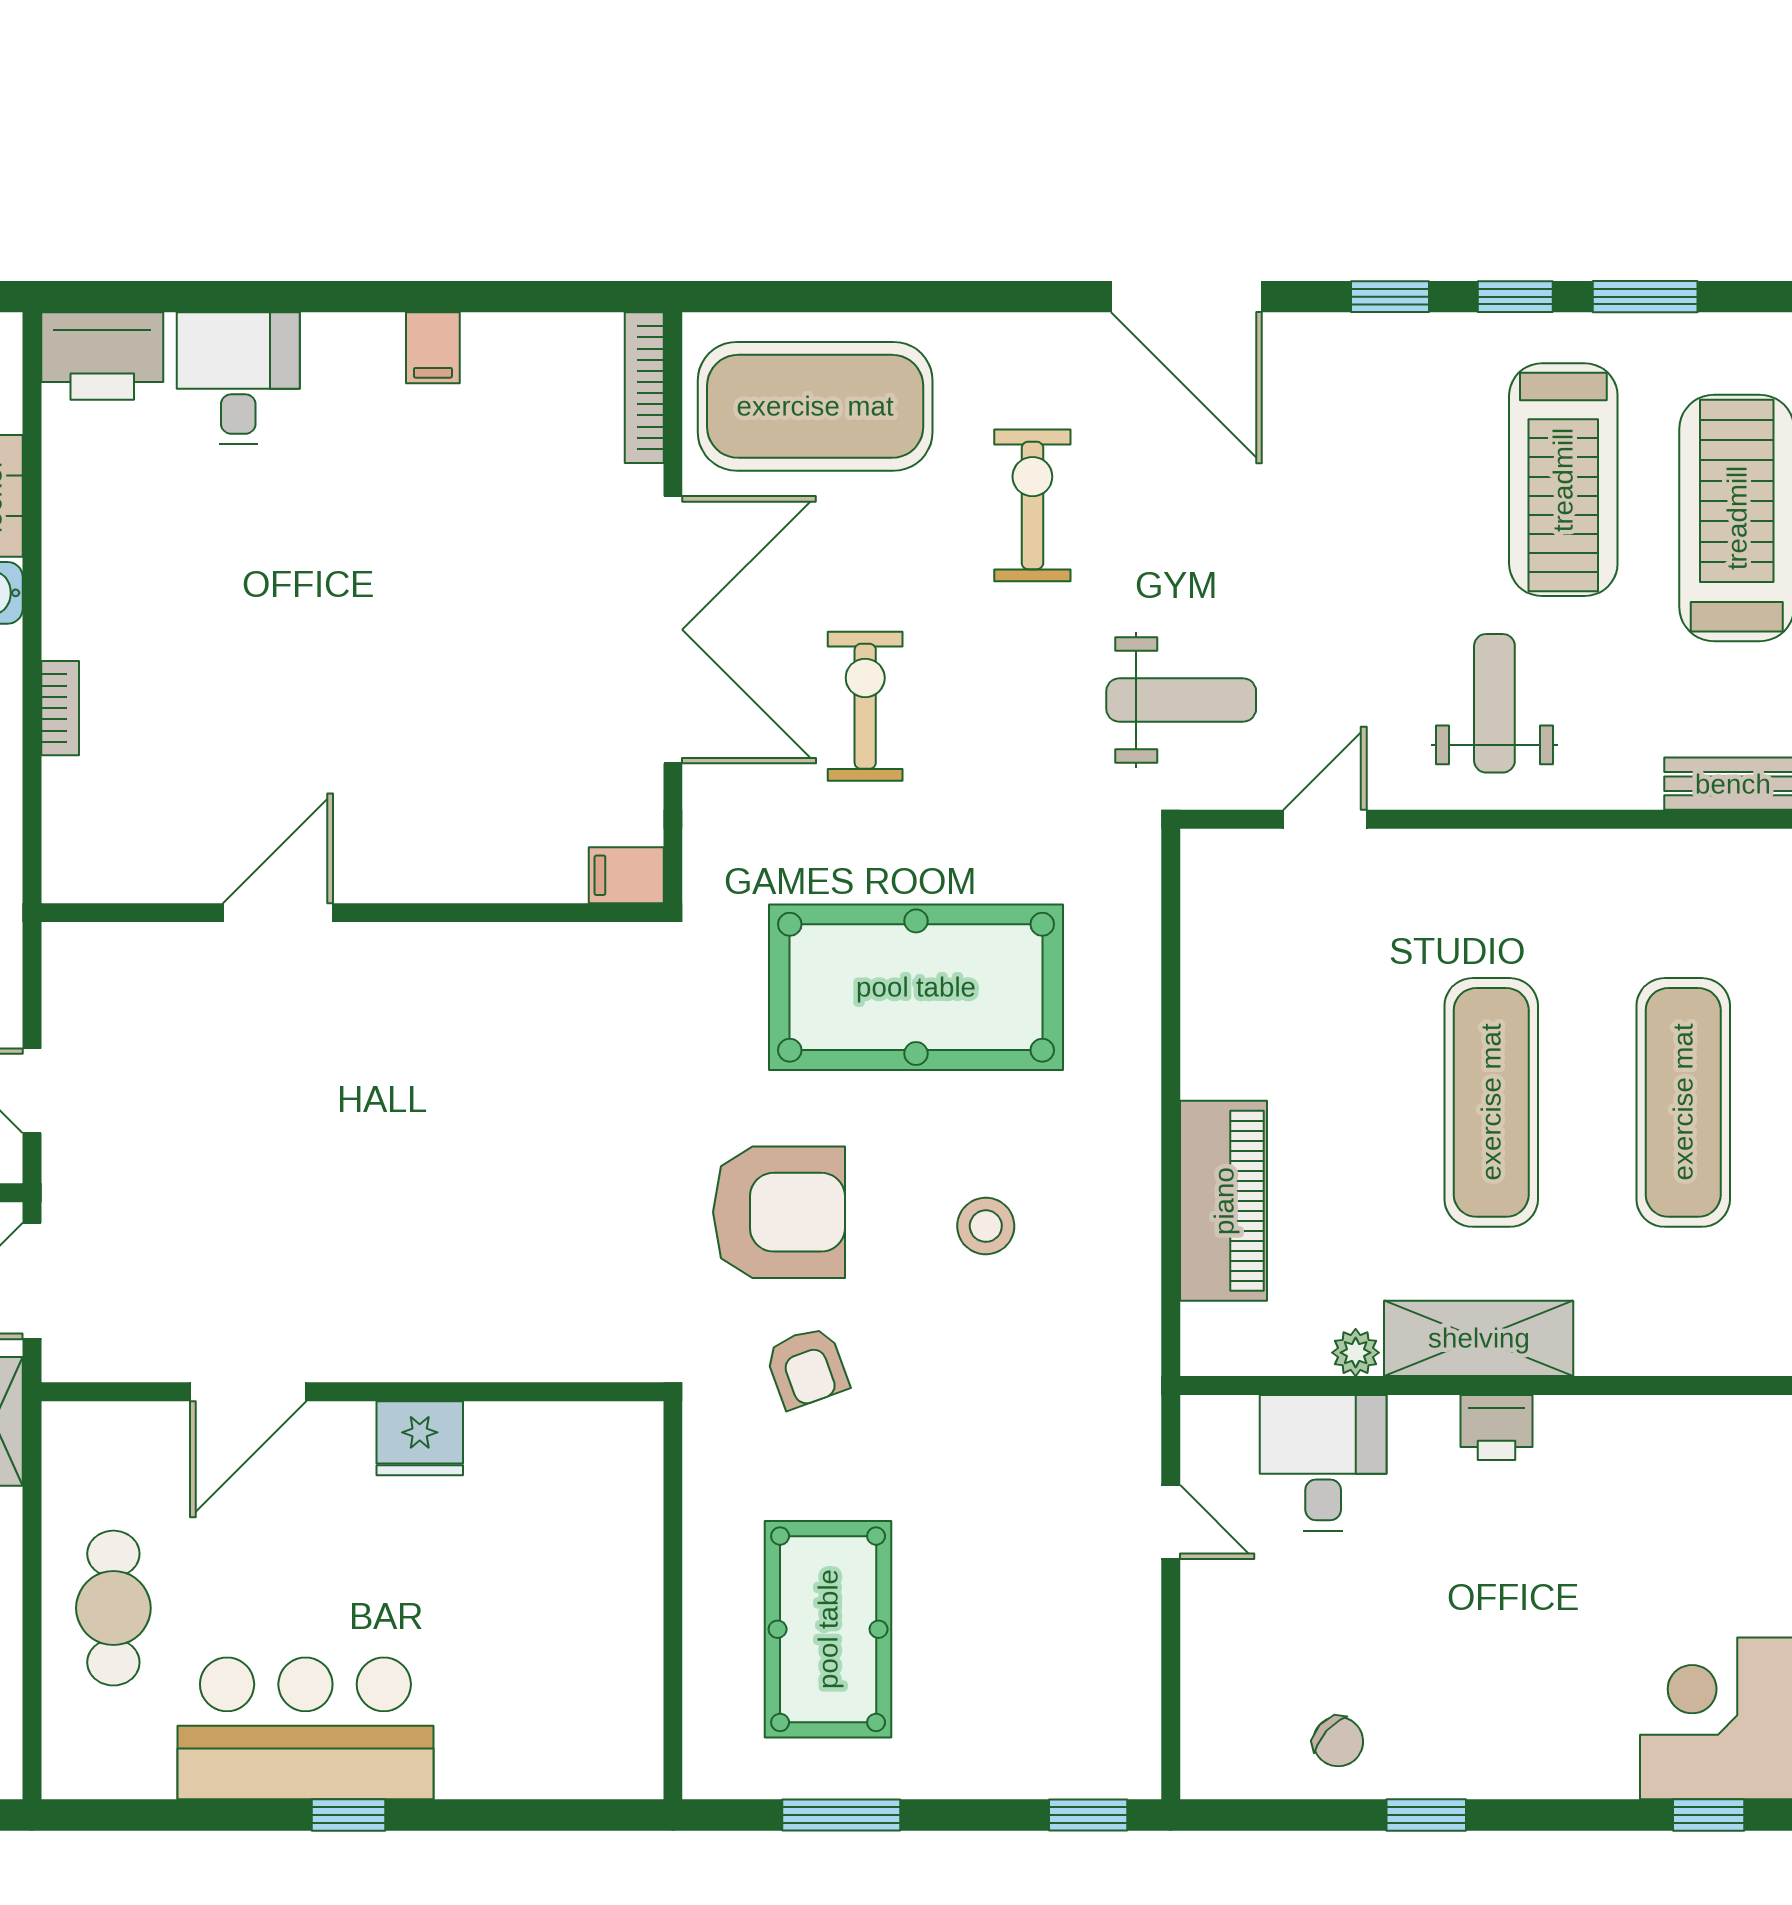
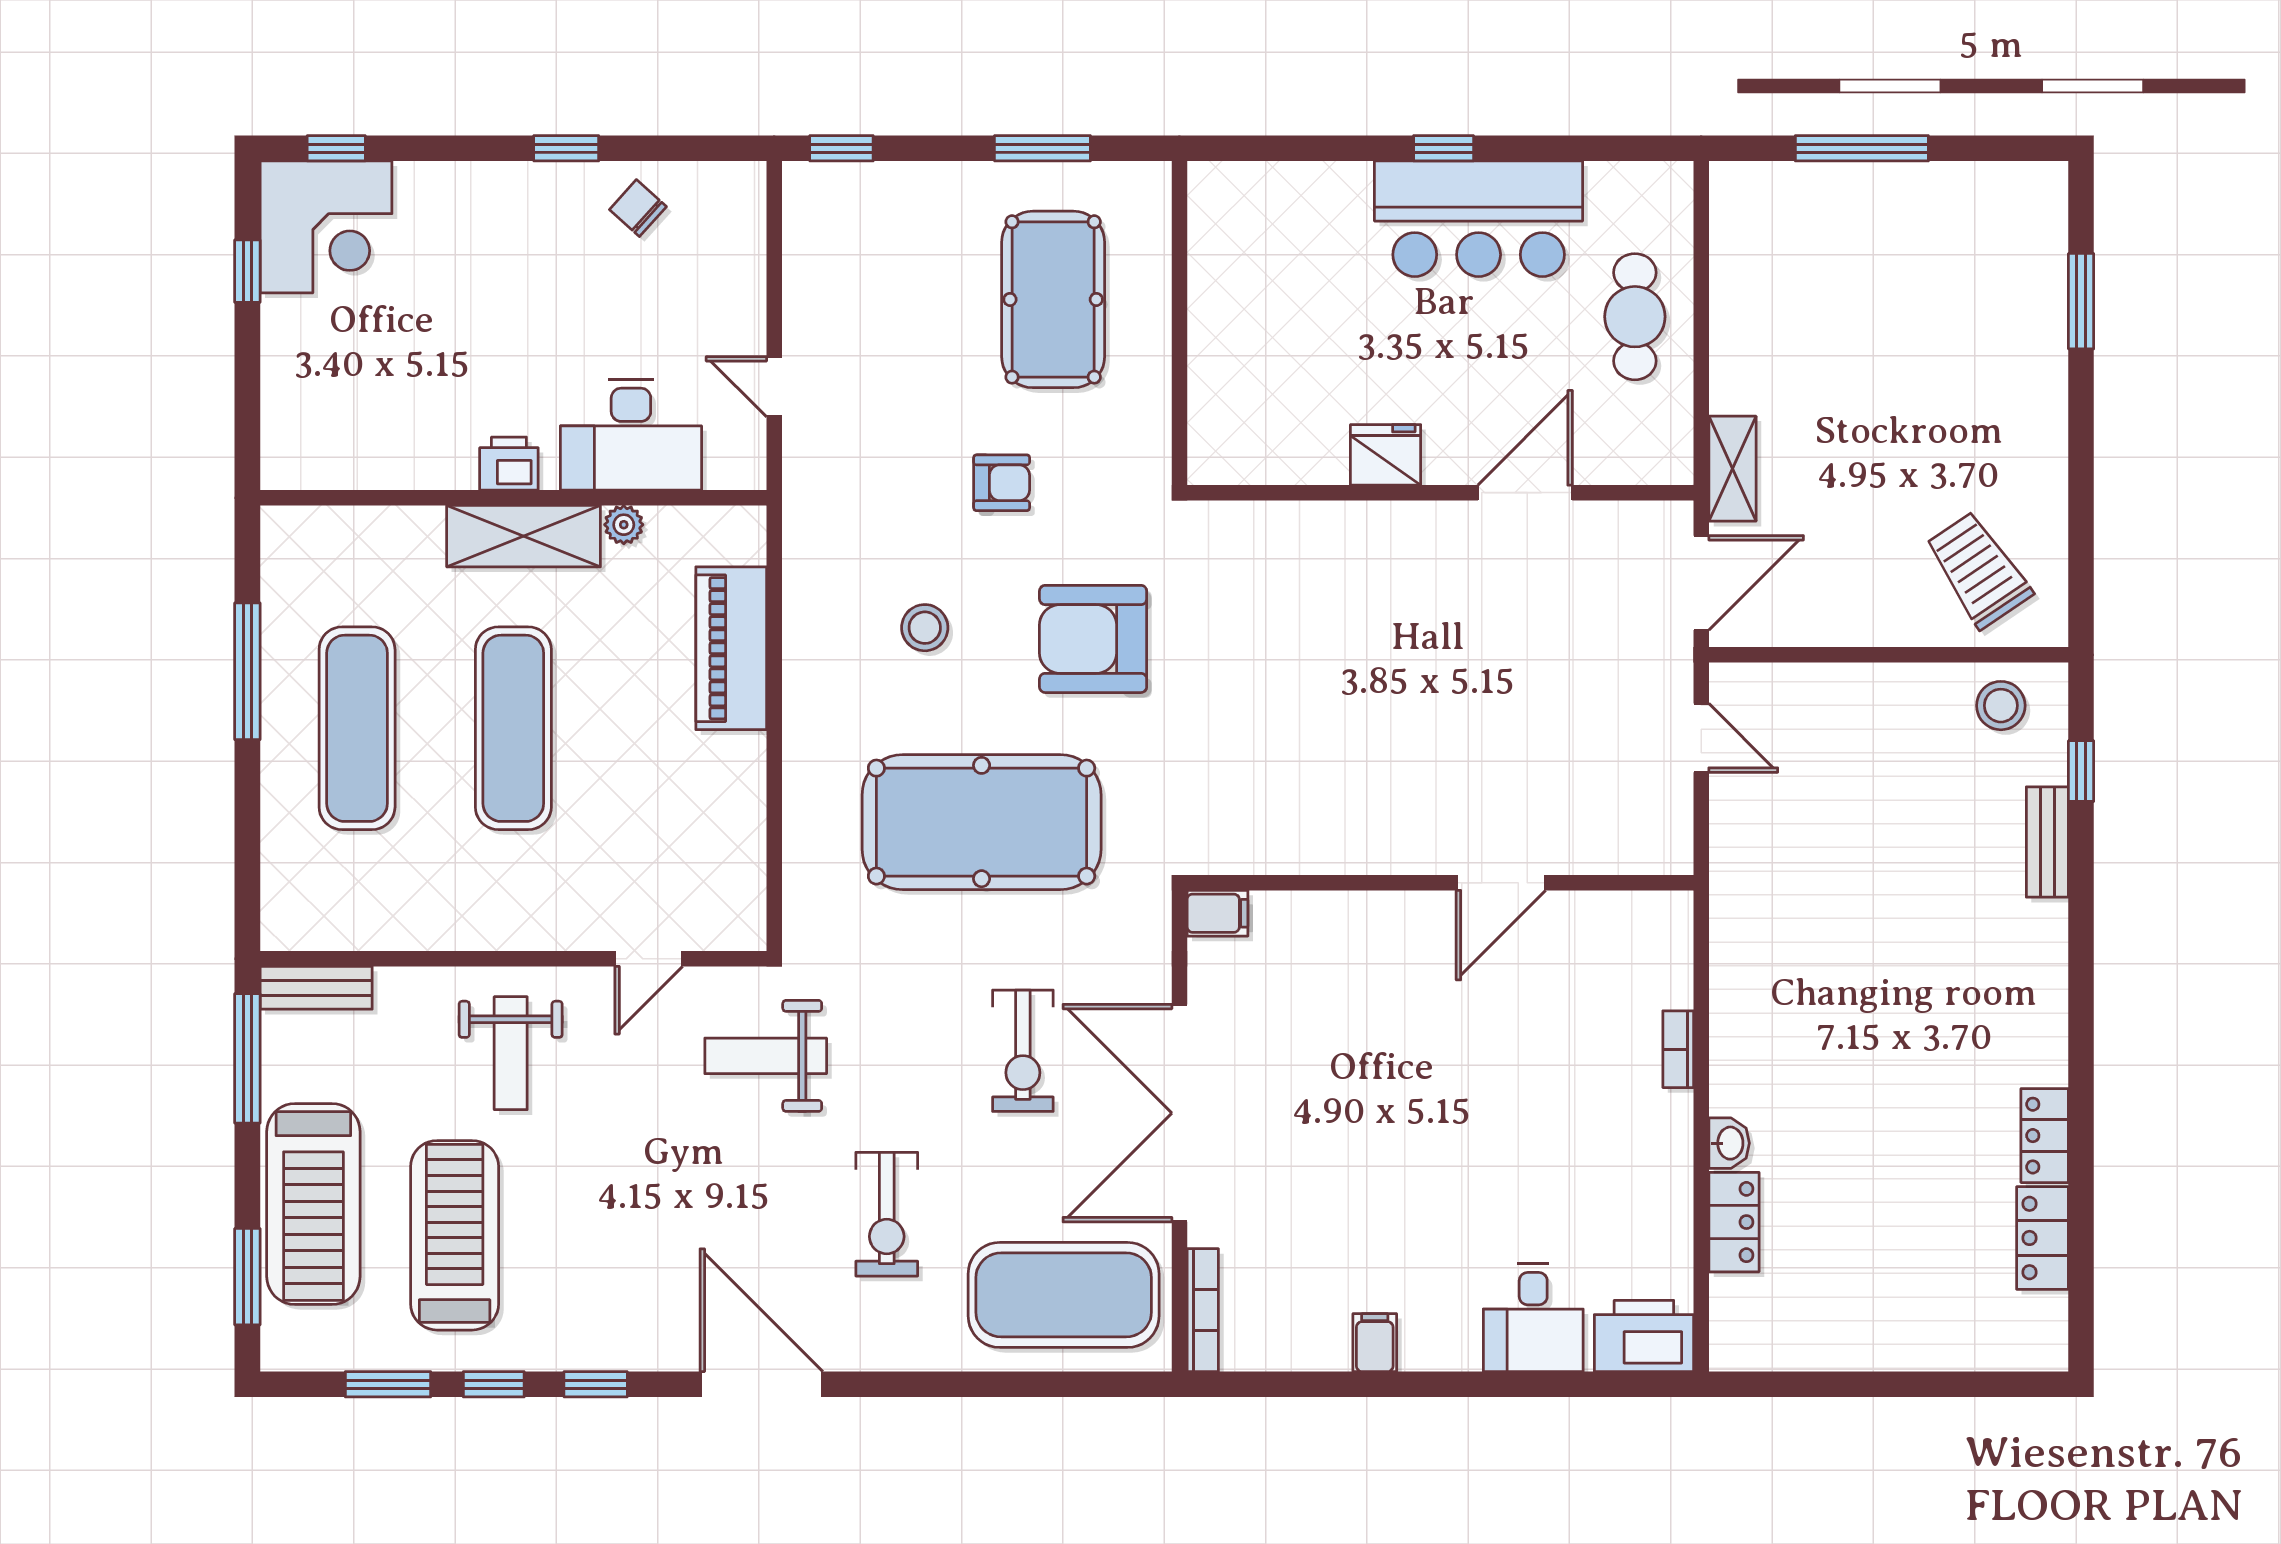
armchair: (807, 1368) -> (1002, 483), moved, turned 110
desk: (1323, 1463) -> (631, 435), width x1.37

